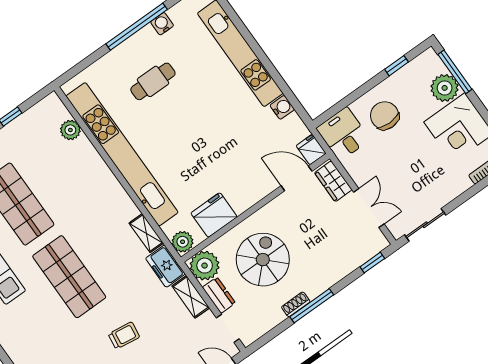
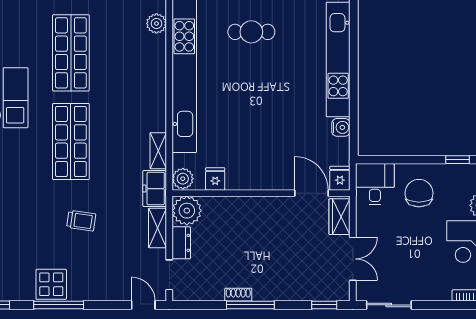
fridge: (214, 215) -> (215, 179), width x0.53, depth x0.75
spiral stairs: (263, 260) -> (237, 239), removed

